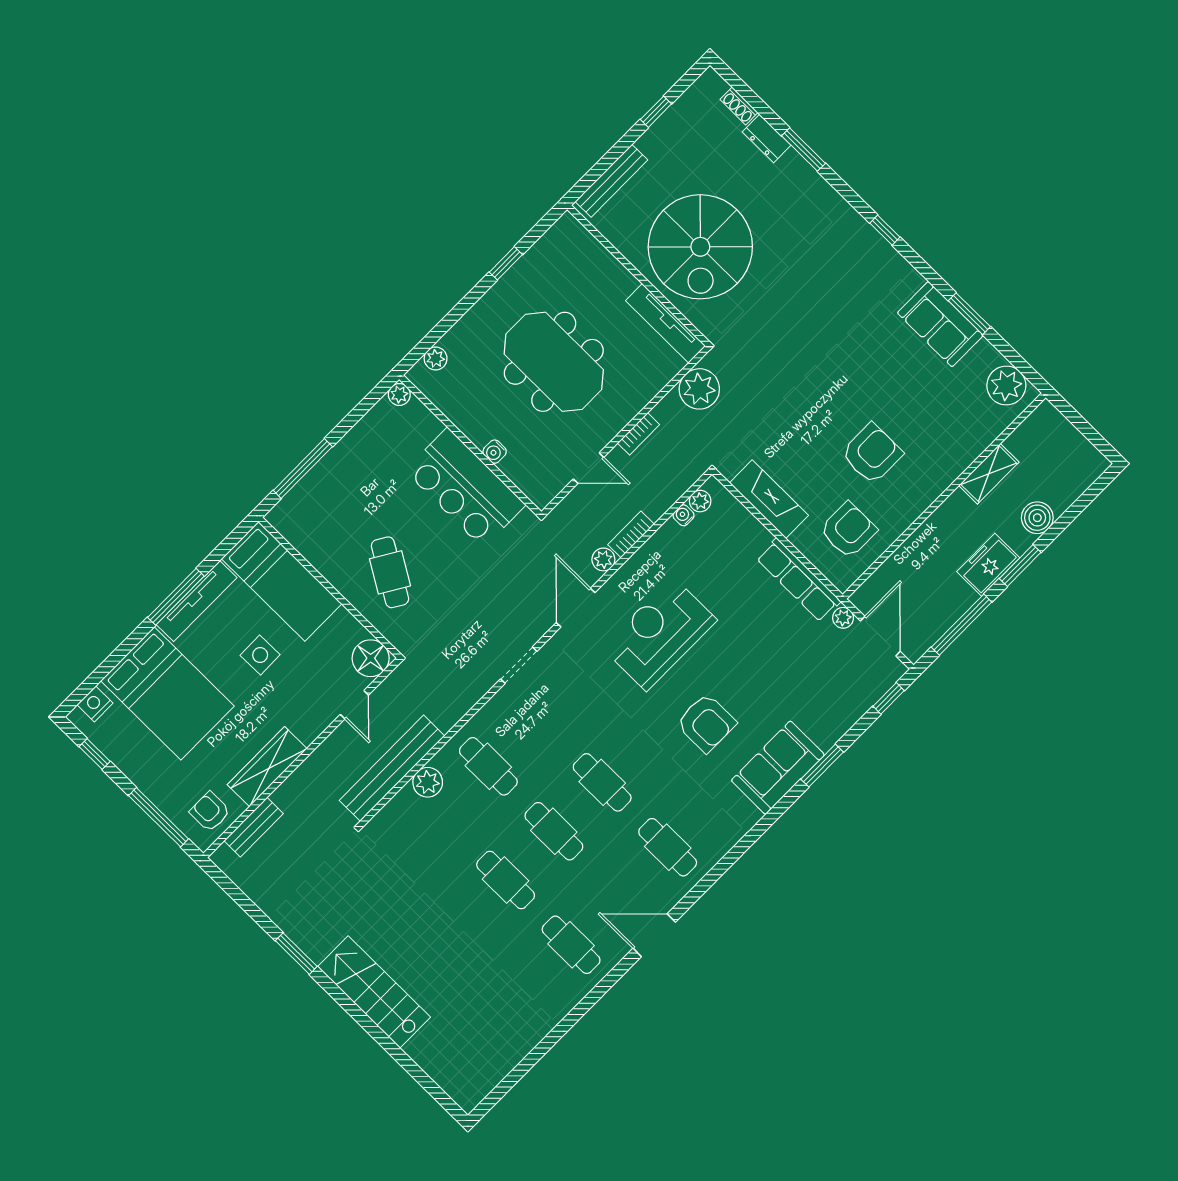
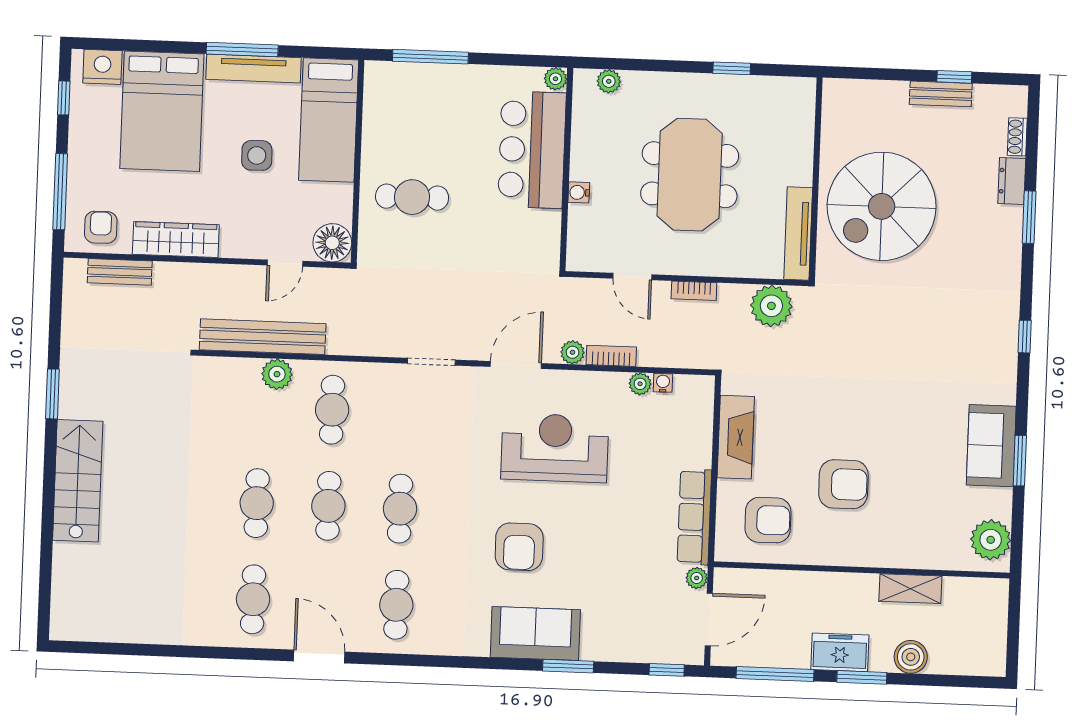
bench: (611, 181) -> (941, 94), moved, width x0.73
bar counter: (465, 488) -> (532, 150), moved
plant: (700, 501) -> (640, 384), moved
cafe table: (390, 572) -> (412, 197), turned 59
nightstand: (95, 704) -> (102, 67), width x1.36, depth x1.33

